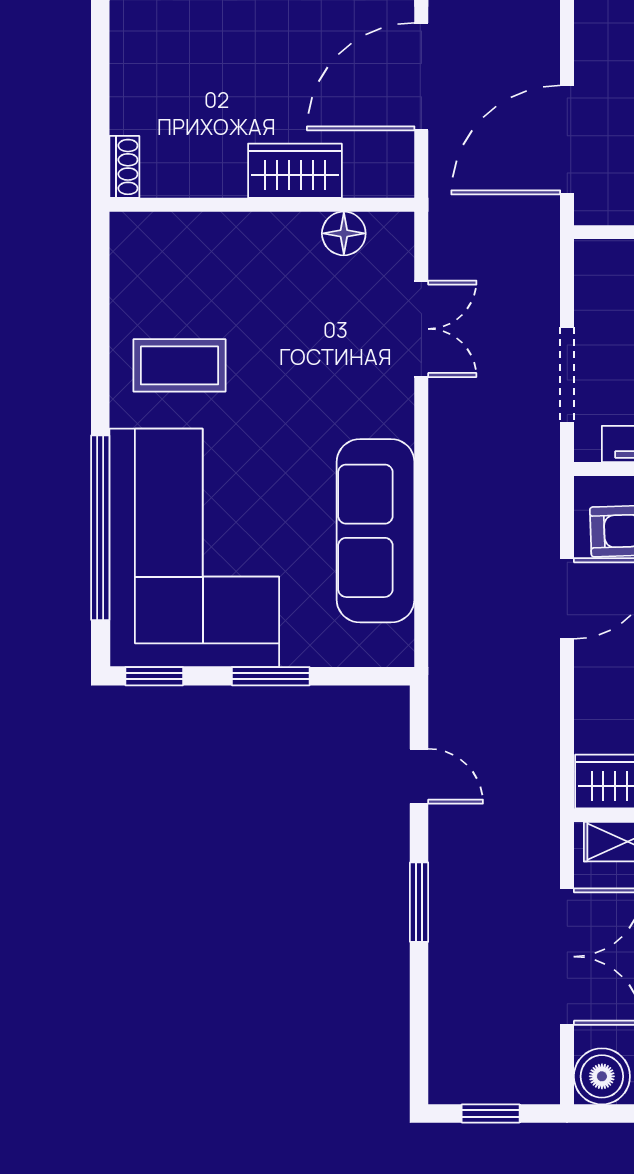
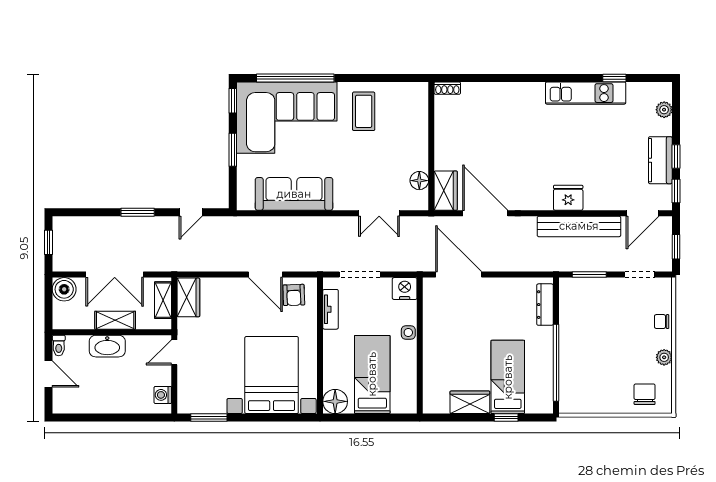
wardrobe: (295, 171) -> (446, 191), moved
nightstand: (600, 268) -> (405, 289), added

